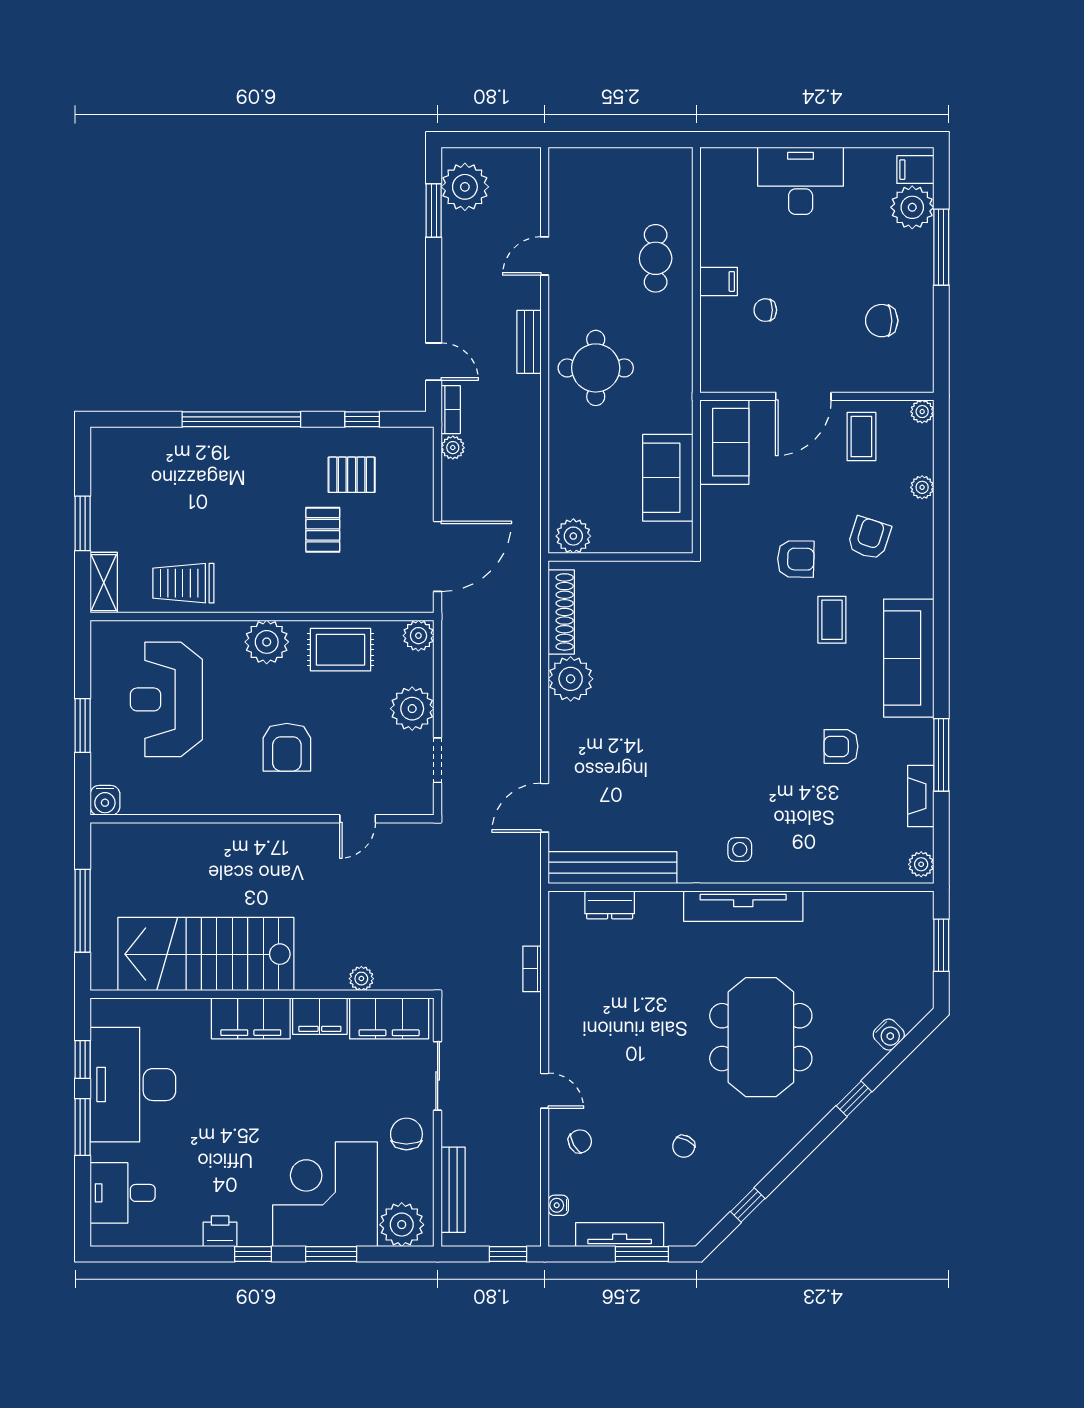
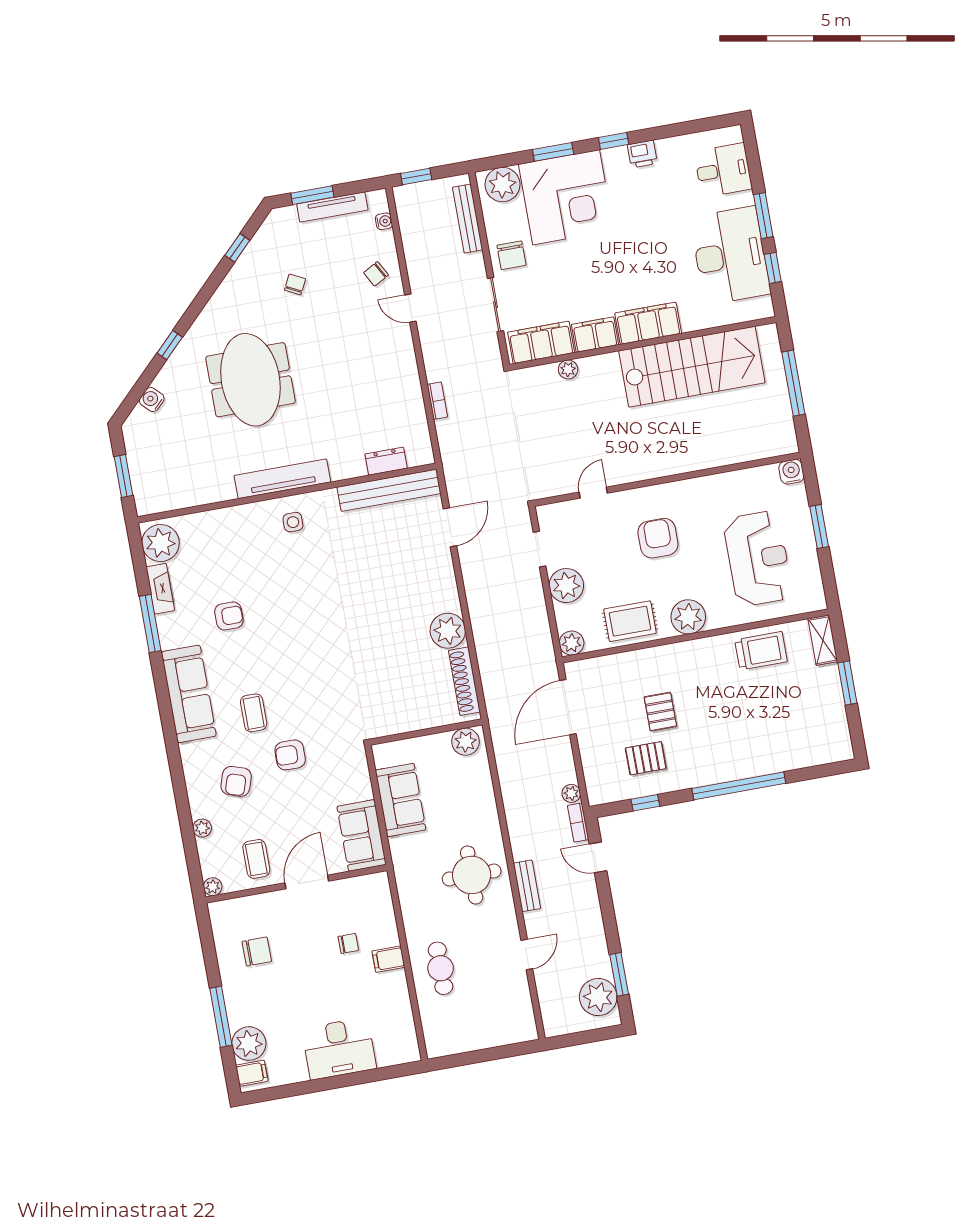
plant: (921, 864) -> (161, 543), width x1.88, depth x1.88

